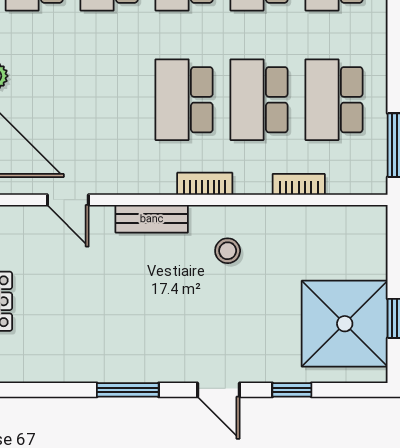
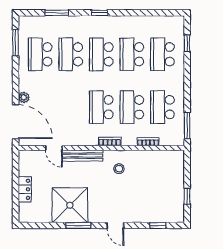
bench: (152, 219) -> (83, 156), width x1.36
shower: (345, 324) -> (70, 205), moved
window: (292, 390) -> (158, 225), moved

